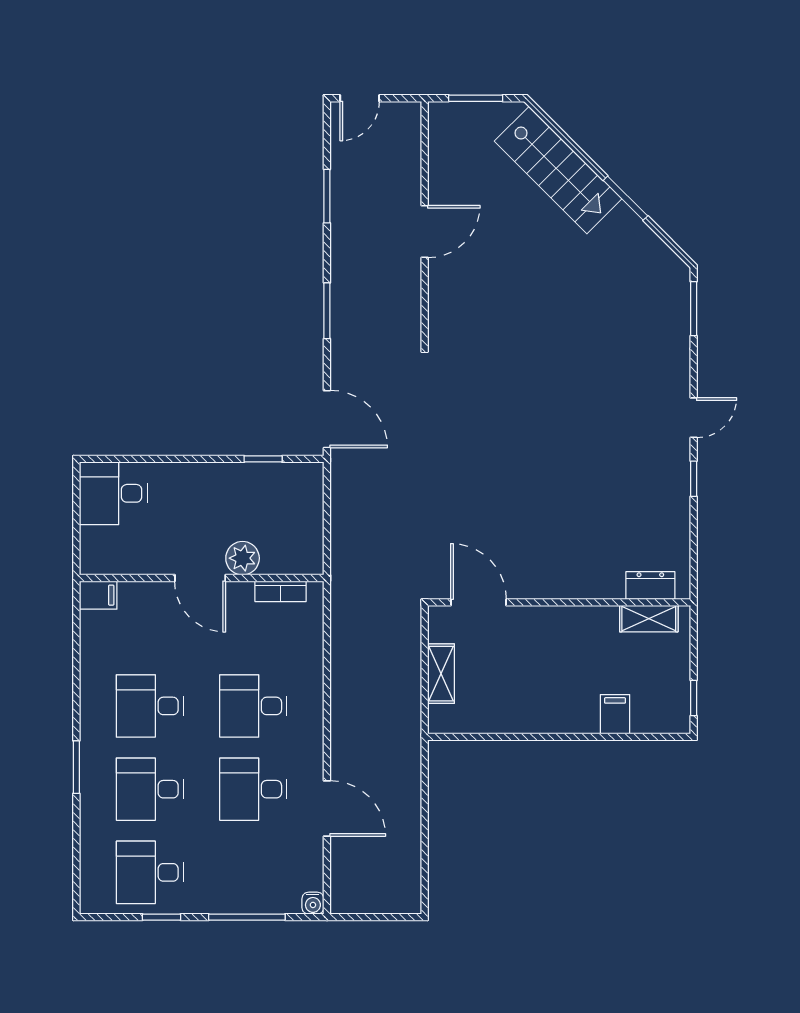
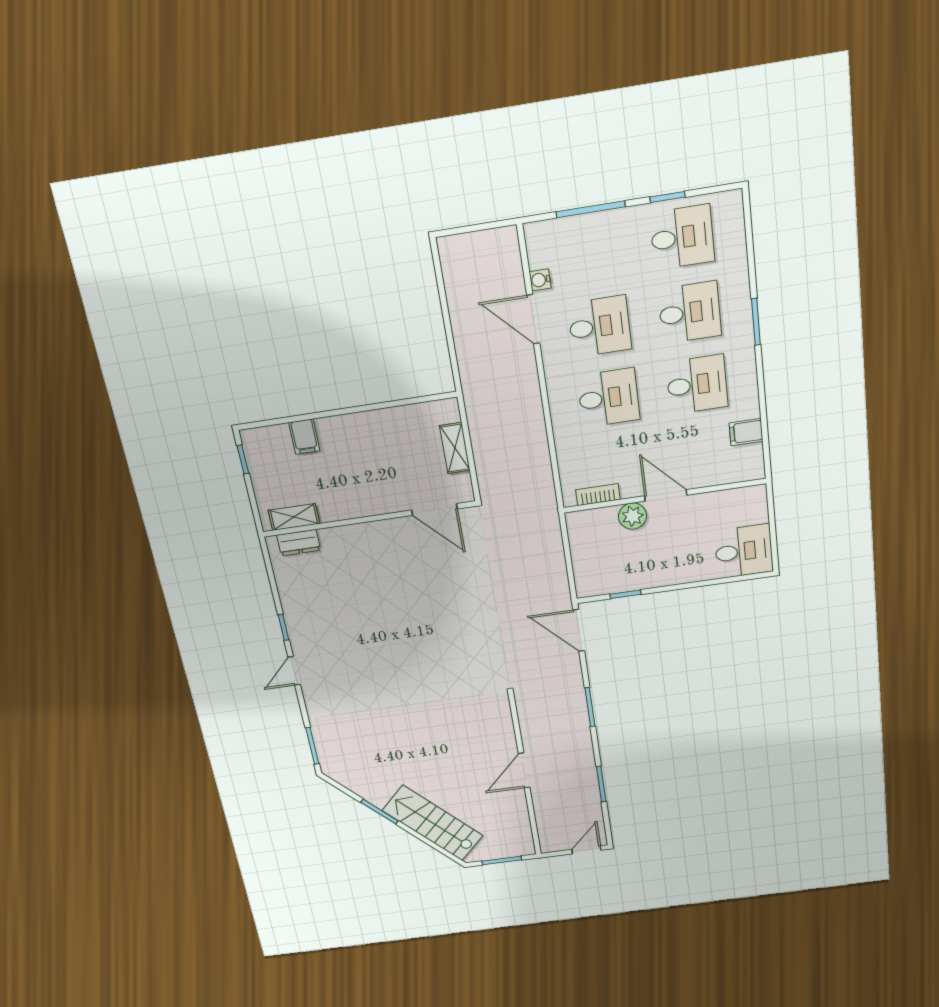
filing cabinet: (98, 595) -> (746, 432), moved
water cooler: (313, 903) -> (540, 280), moved, turned -90

